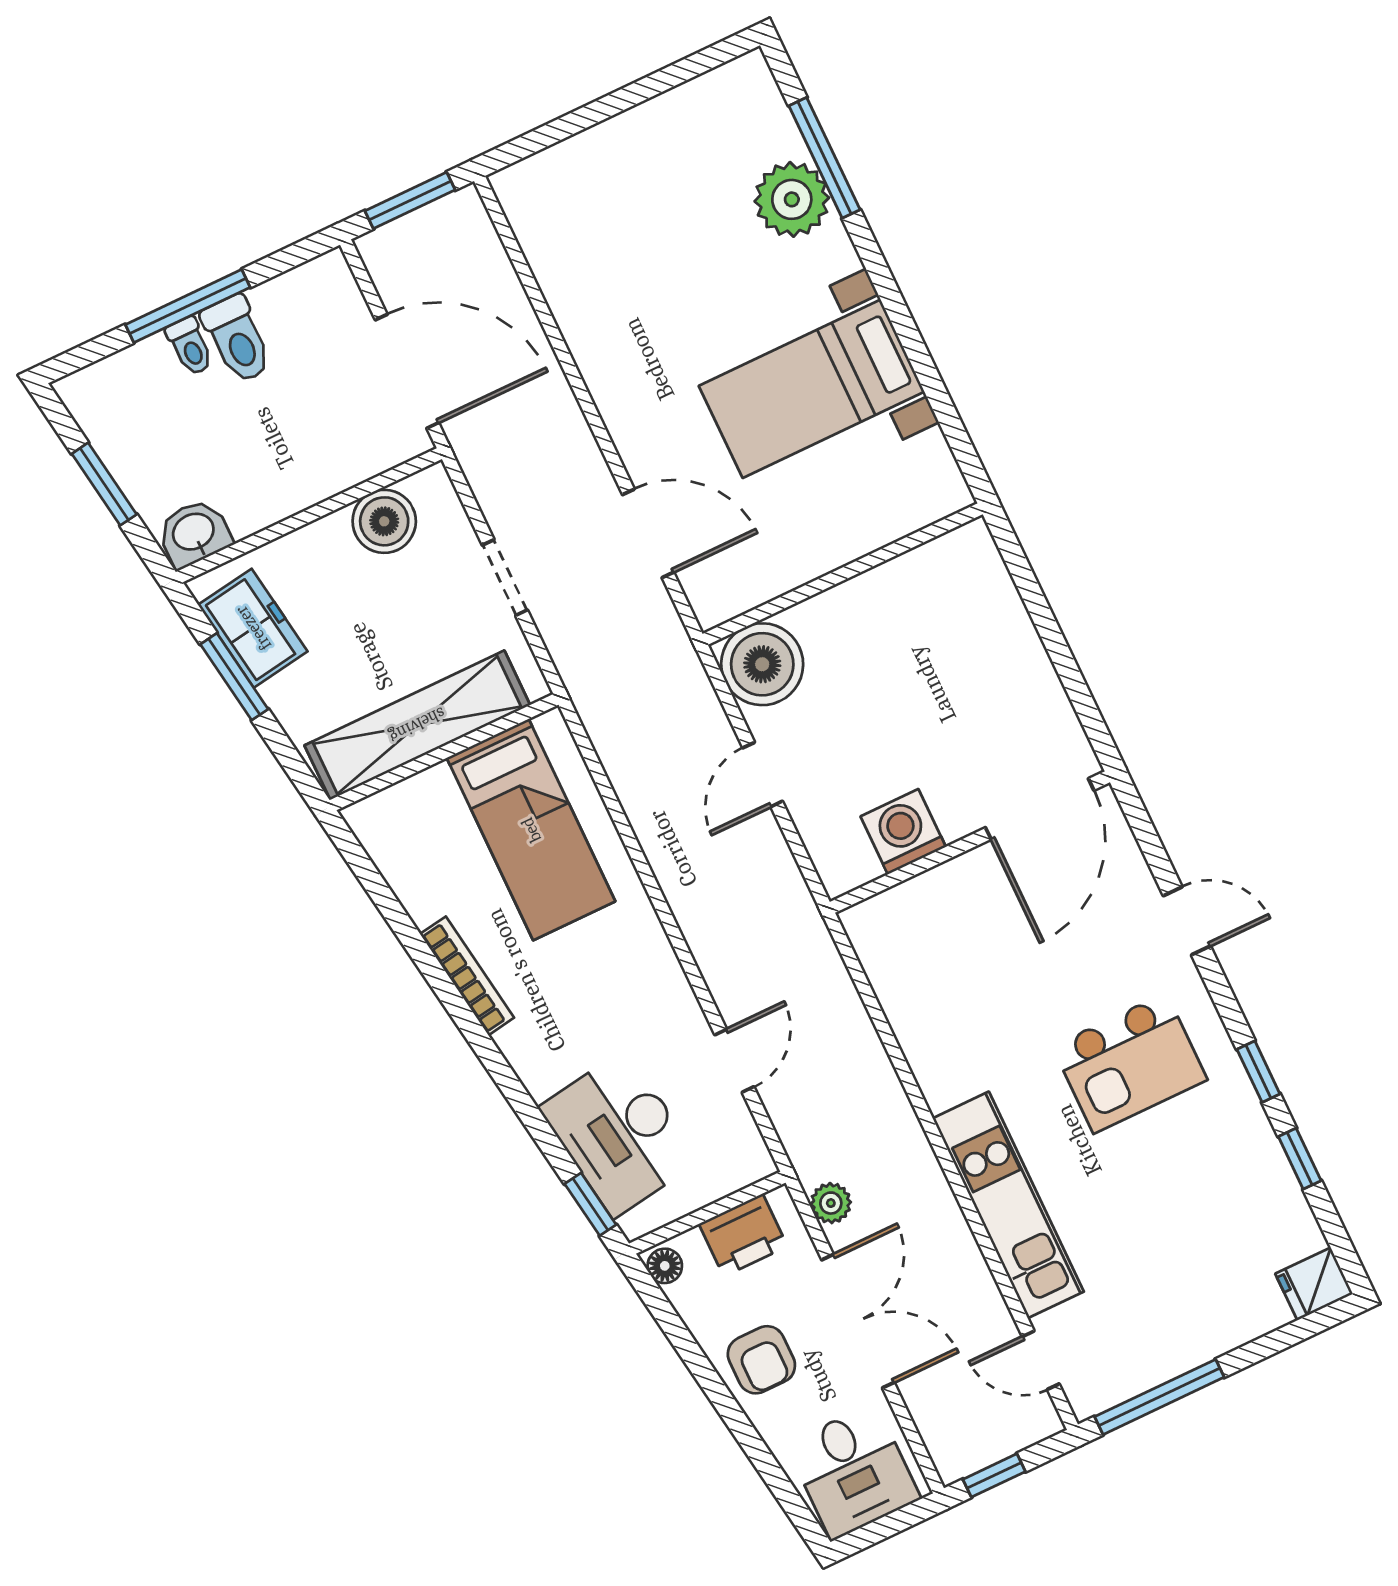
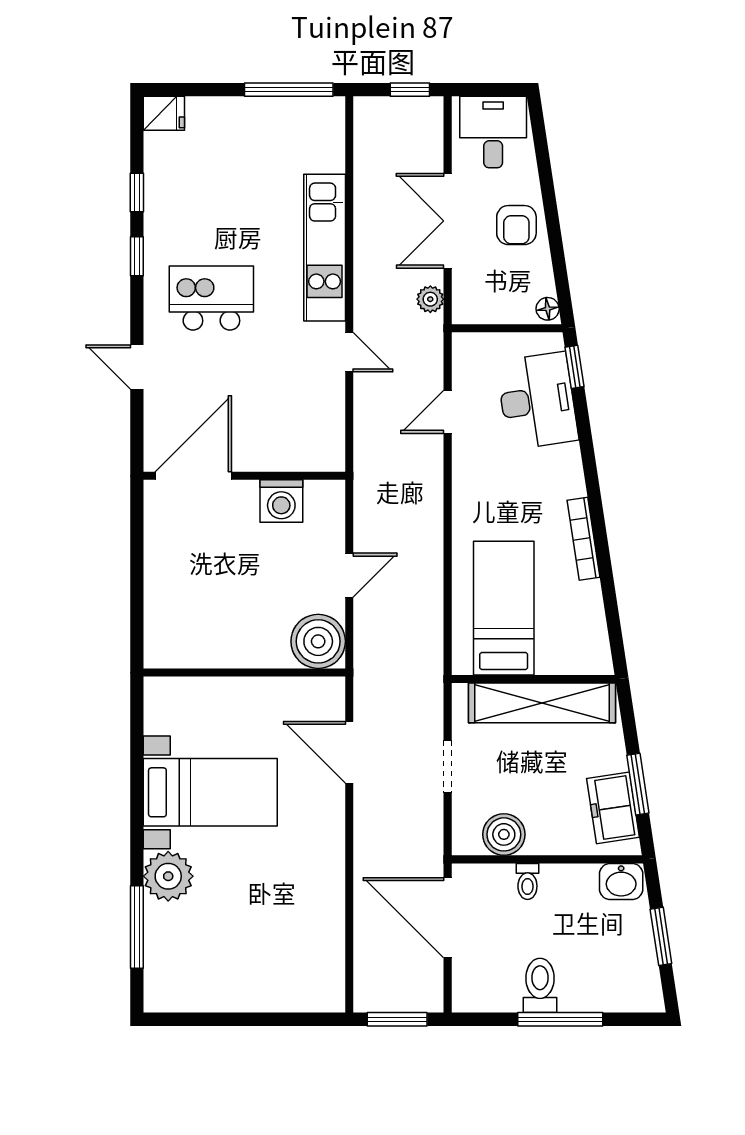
plant: (792, 199) -> (168, 876), moved
toilet: (190, 346) -> (527, 881), moved, turned 180
printer: (743, 1235) -> (492, 305), removed
armchair: (761, 1360) -> (516, 225), turned 180
door: (1041, 1360) -> (349, 352), moved

